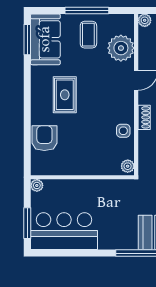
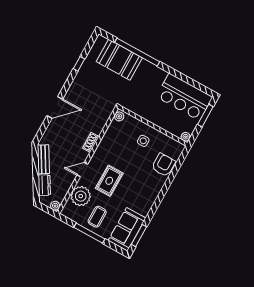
rug: (65, 95) -> (109, 181), moved
side table: (123, 131) -> (143, 141), moved
armchair: (44, 138) -> (163, 165), turned 180

